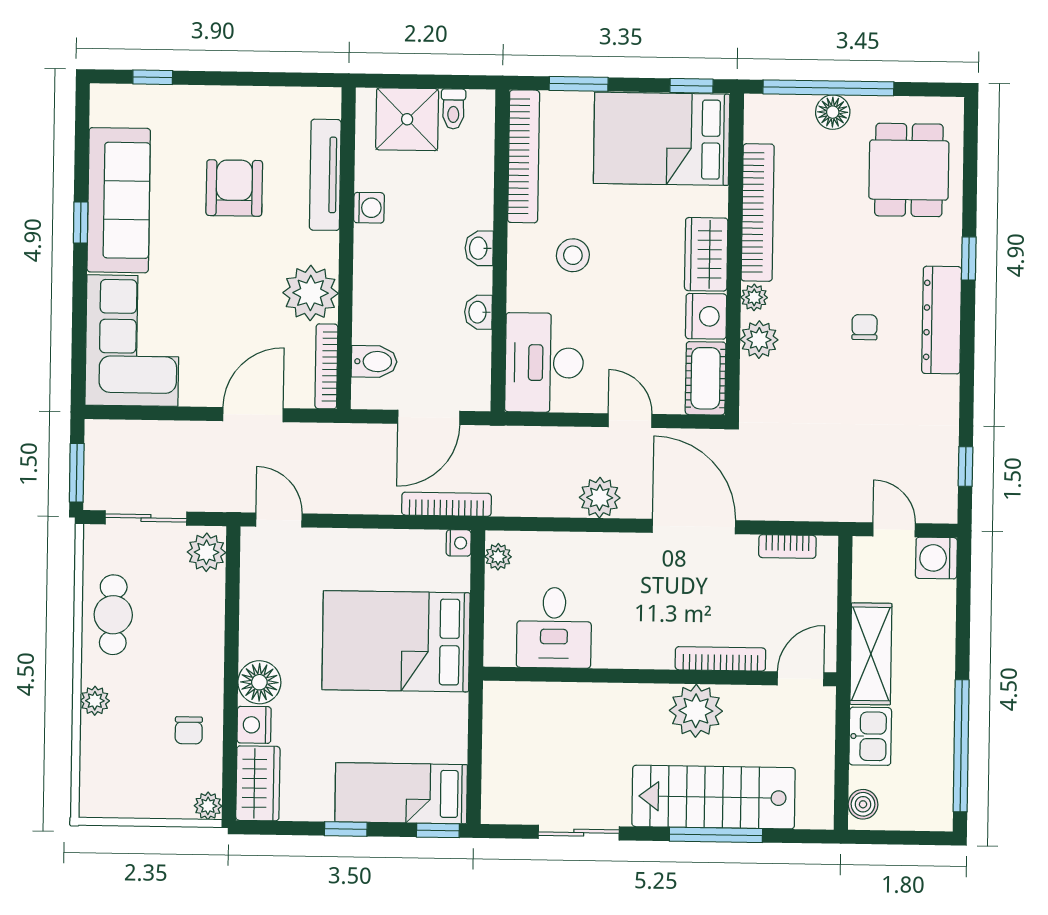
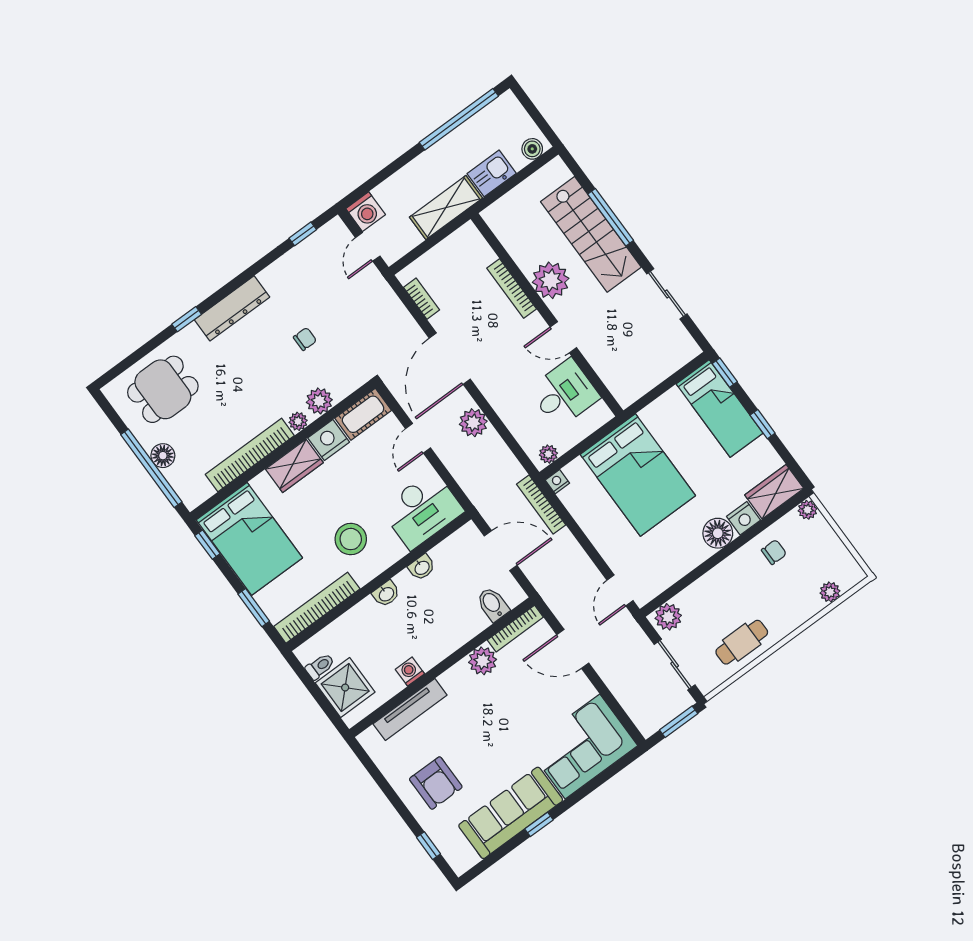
armchair: (234, 188) -> (436, 783), moved, turned -90
stool: (573, 255) -> (351, 539), width x1.38, depth x1.38
plant: (311, 293) -> (483, 661), width x0.73, depth x0.73
chair: (865, 327) -> (305, 339), moved, turned 180
door: (801, 679) -> (563, 337), moved
plant: (95, 701) -> (830, 592), moved

